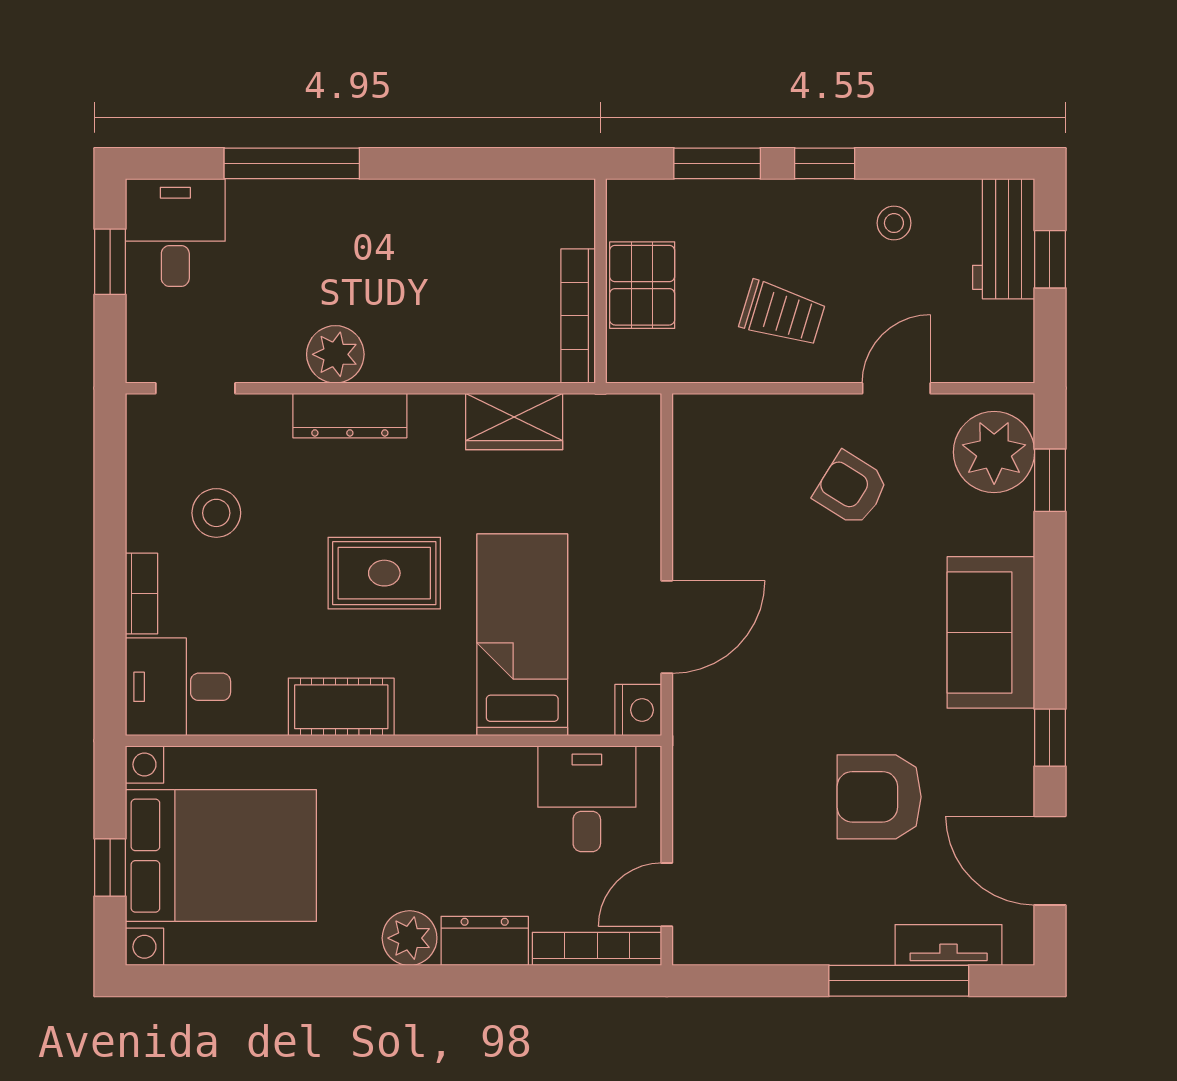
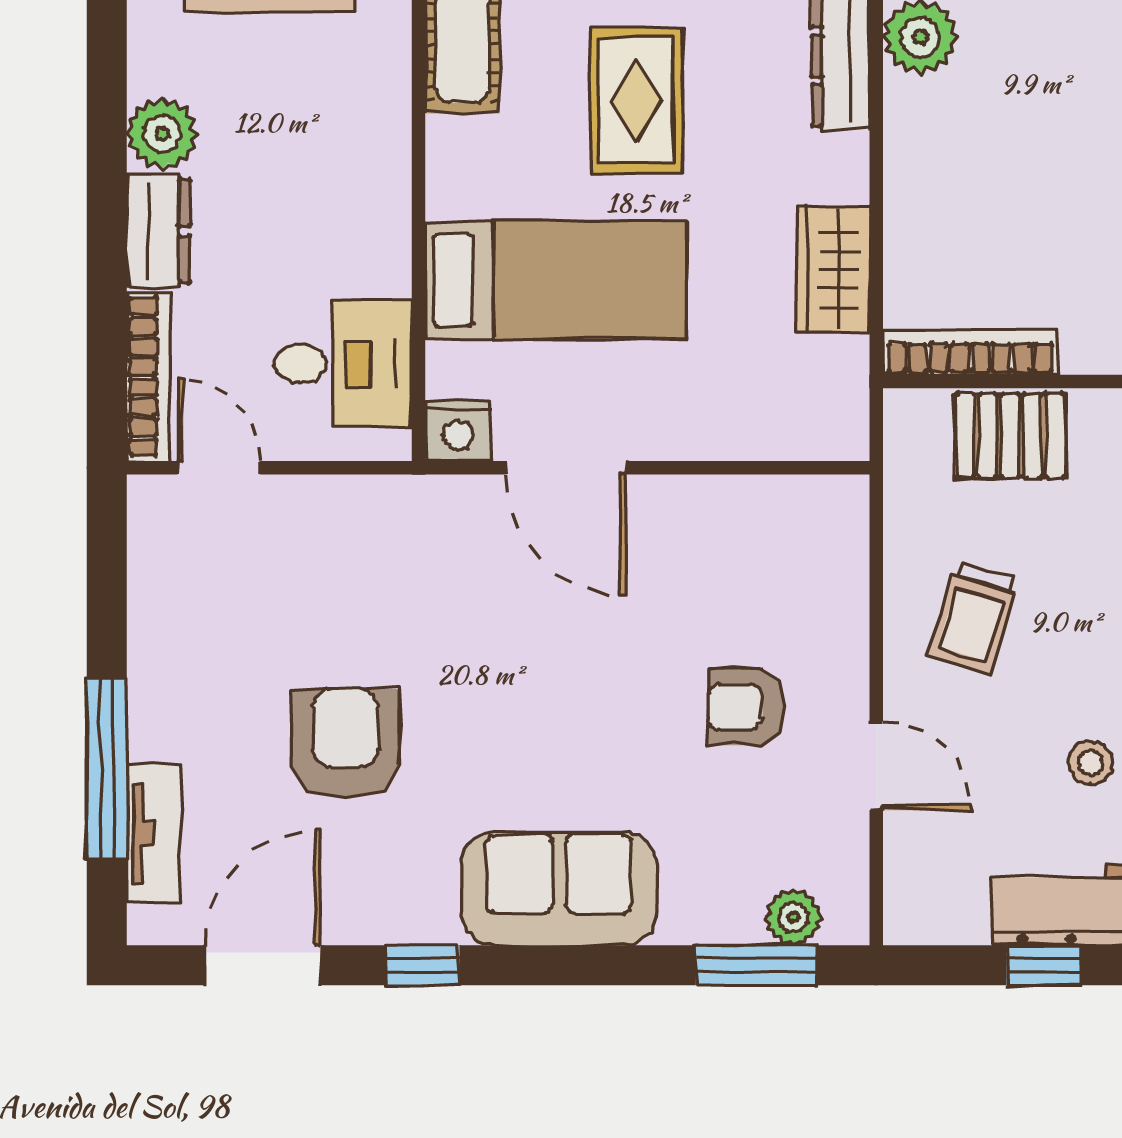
plant: (994, 452) -> (793, 917), width x0.53, depth x0.53
window: (1050, 480) -> (757, 965), width x1.50
armchair: (851, 489) -> (746, 707), turned -122

